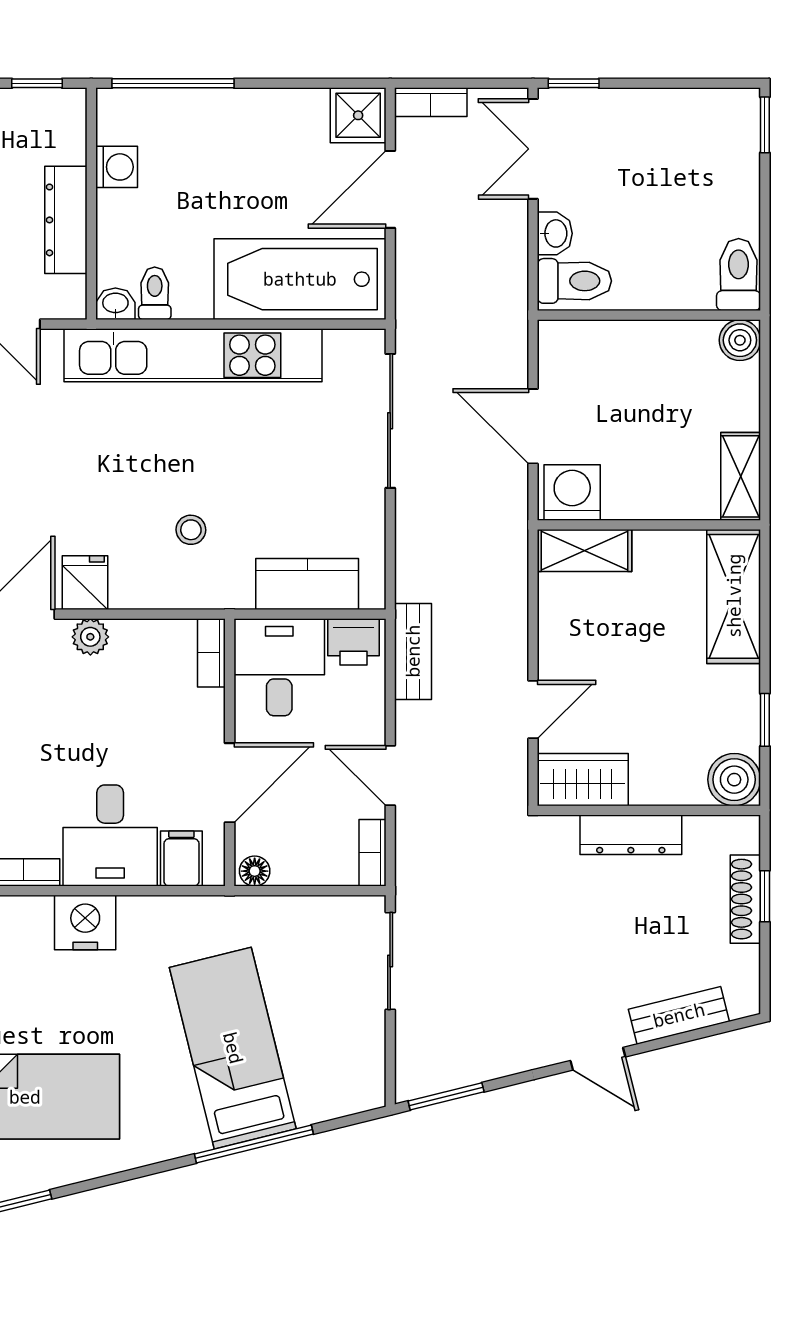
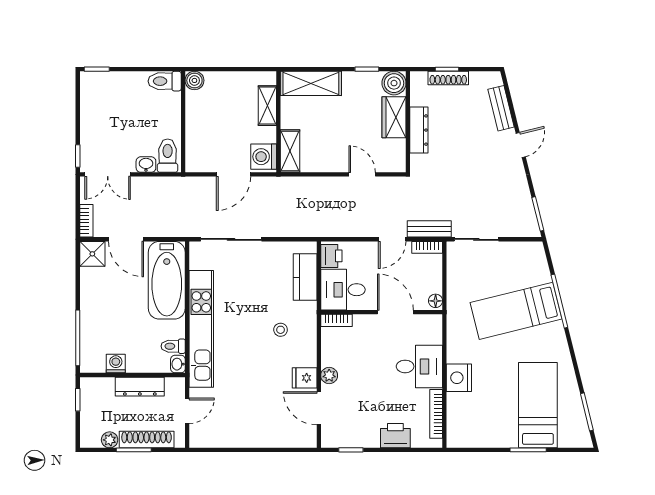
shelving: (741, 476) -> (267, 106), moved, turned 90
bench: (413, 651) -> (429, 229), moved
wardrobe: (583, 780) -> (394, 117), moved
filing cabinet: (181, 859) -> (430, 334), removed

